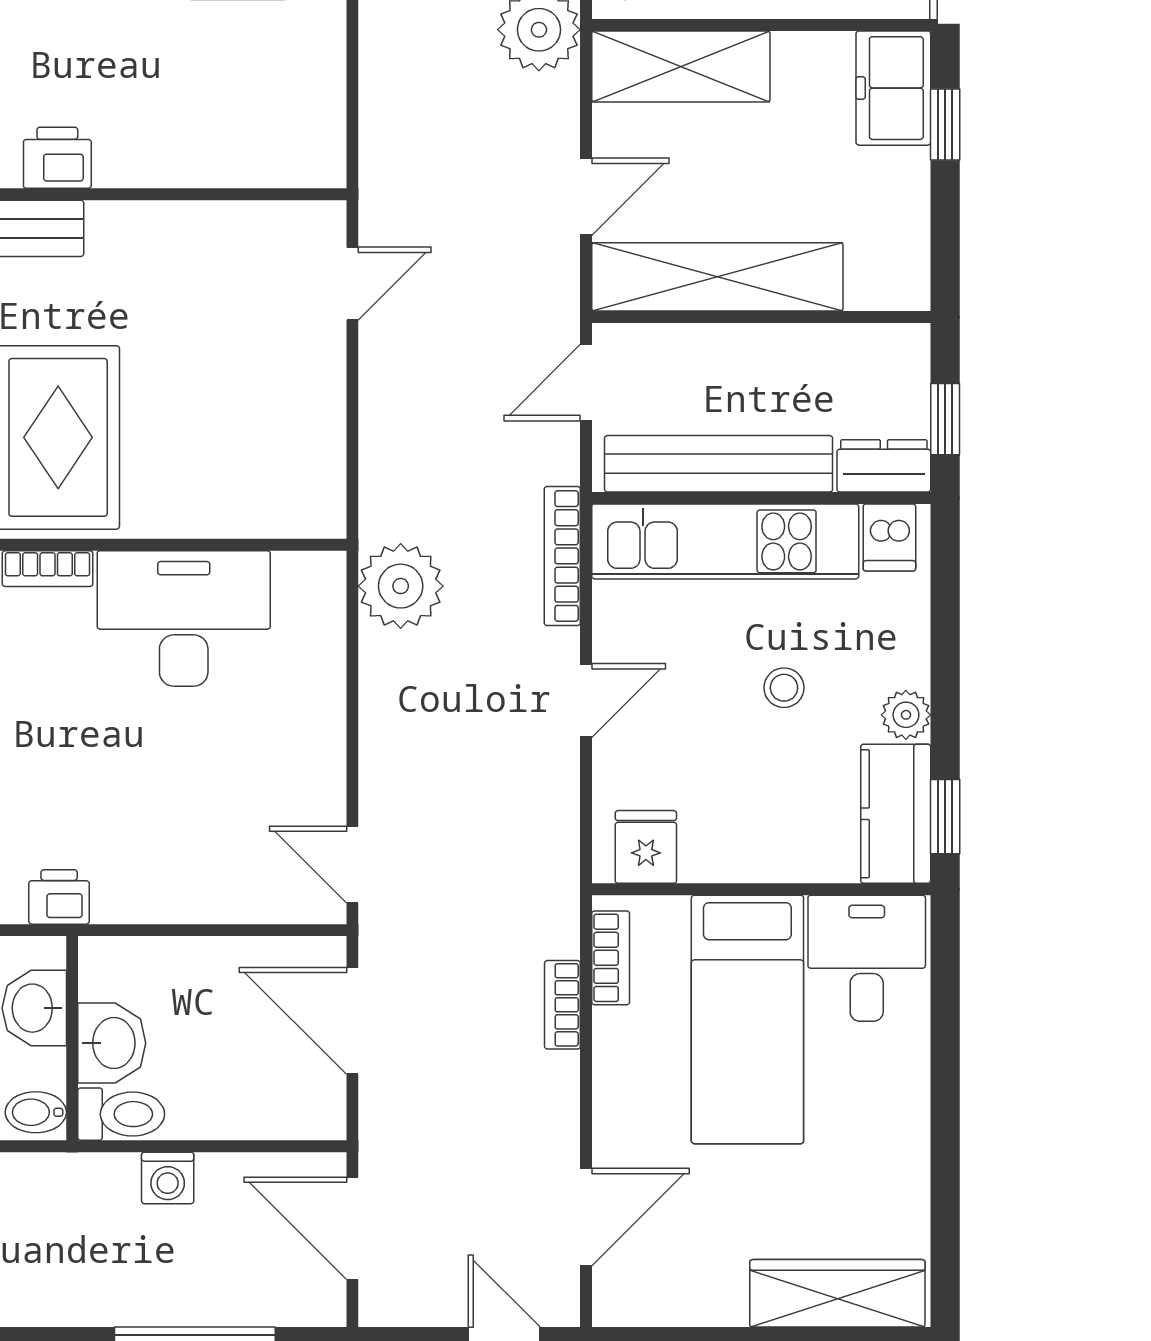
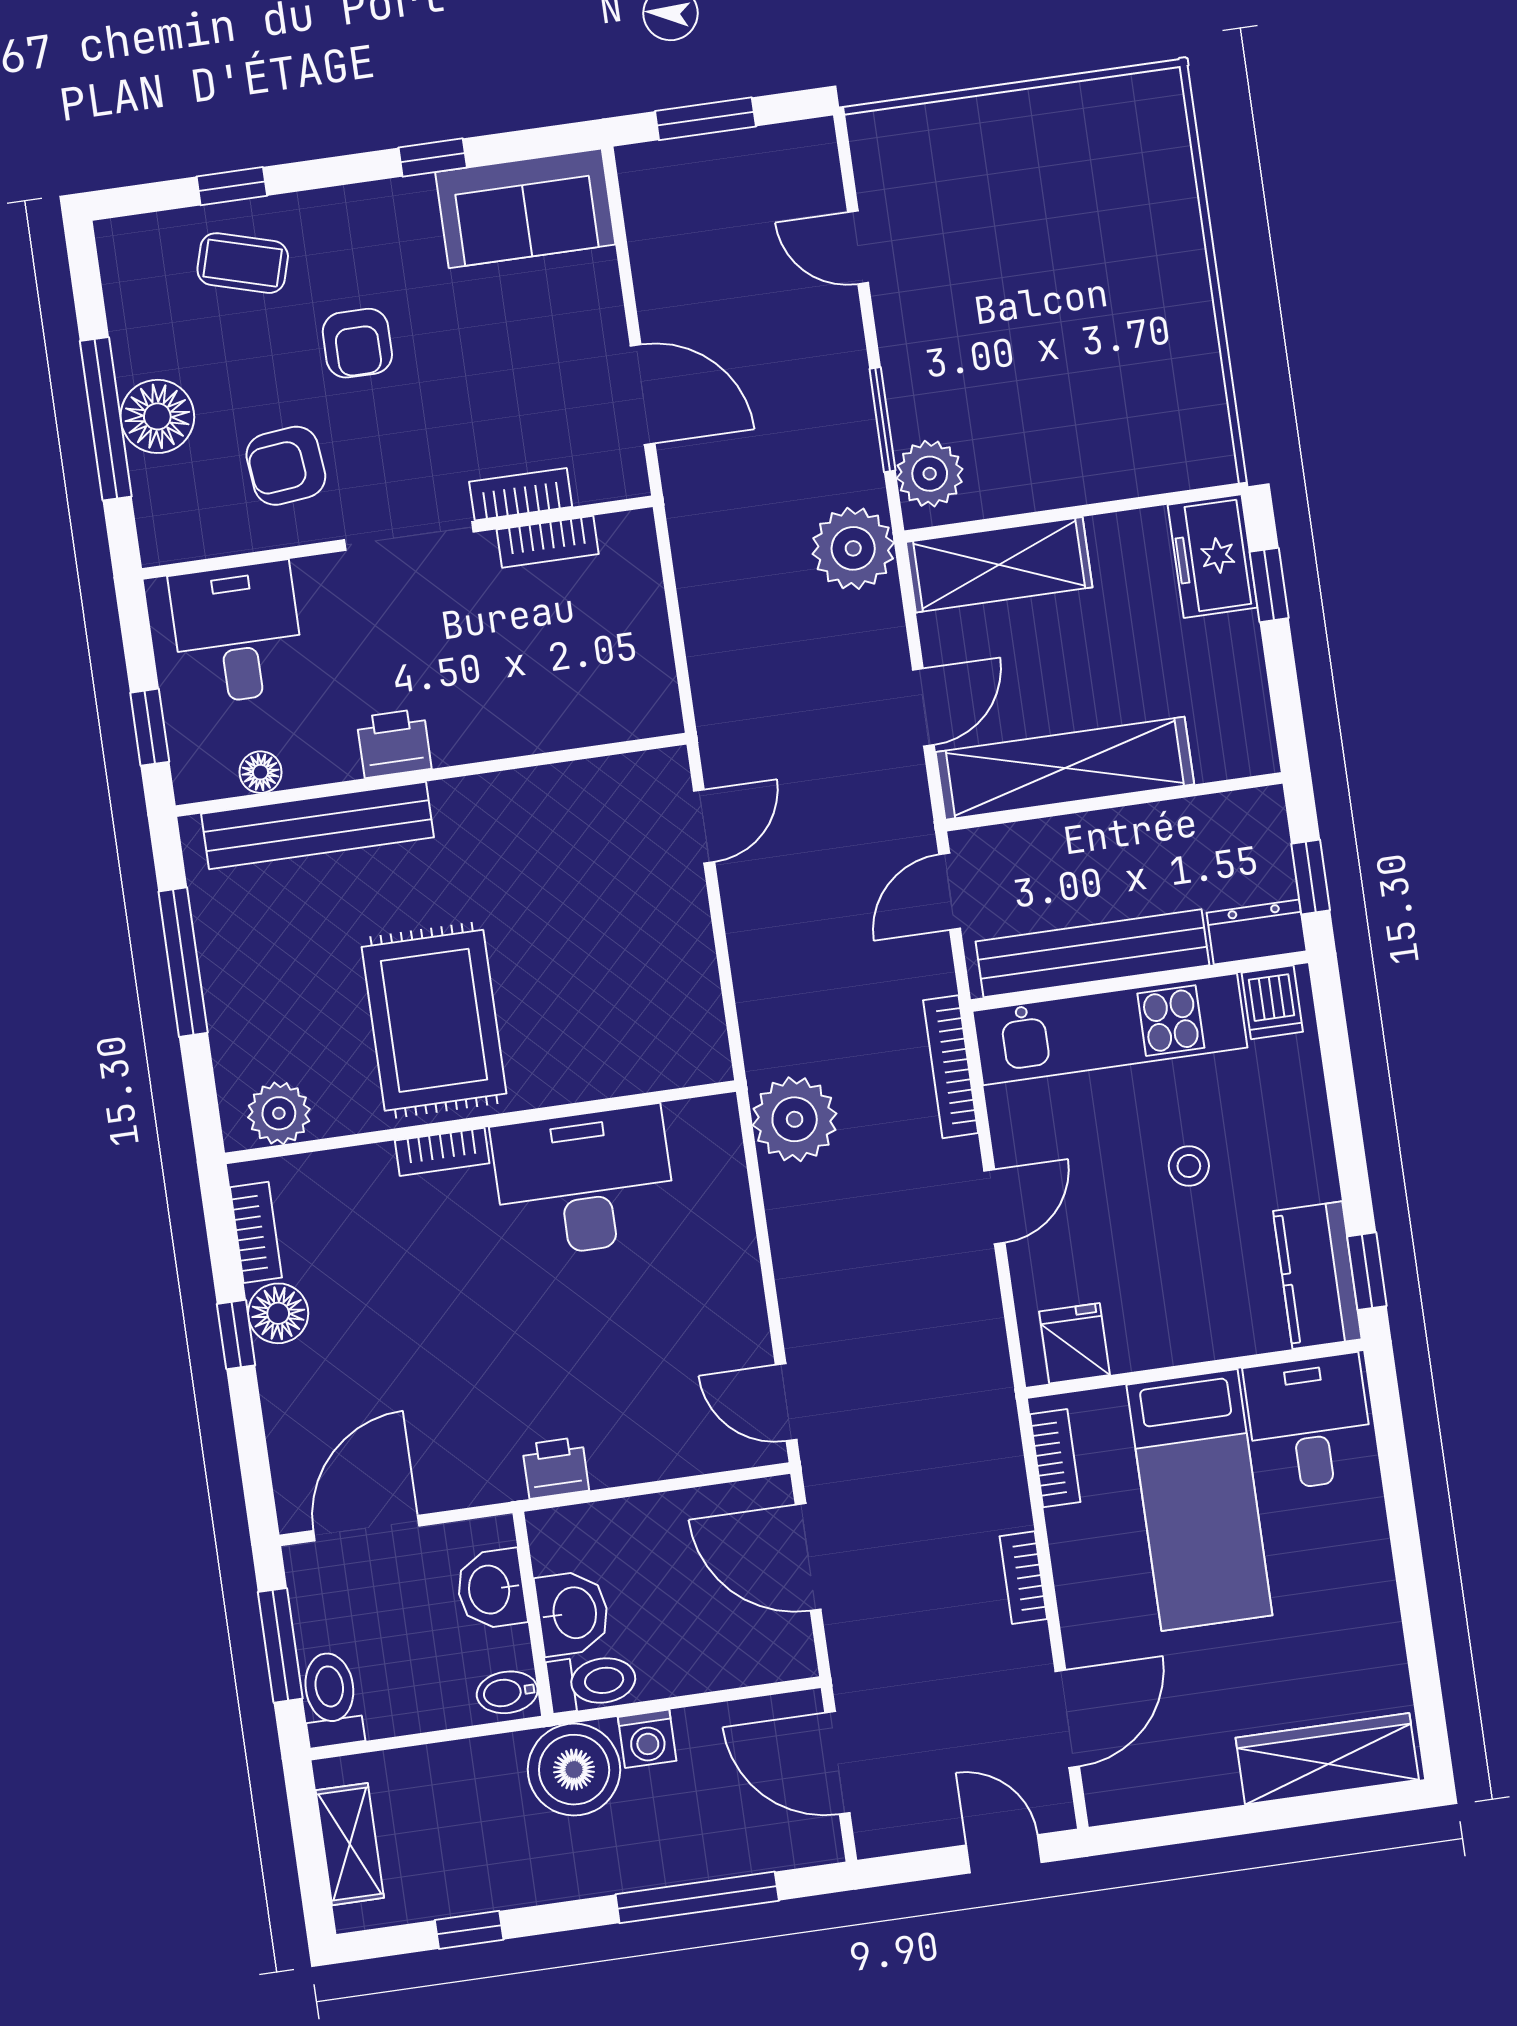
plant: (906, 715) -> (1314, 1176), removed
printer: (59, 897) -> (556, 1468), moved
bookcase: (562, 1005) -> (1023, 1578), moved
boiler: (91, 1198) -> (574, 1770), added

